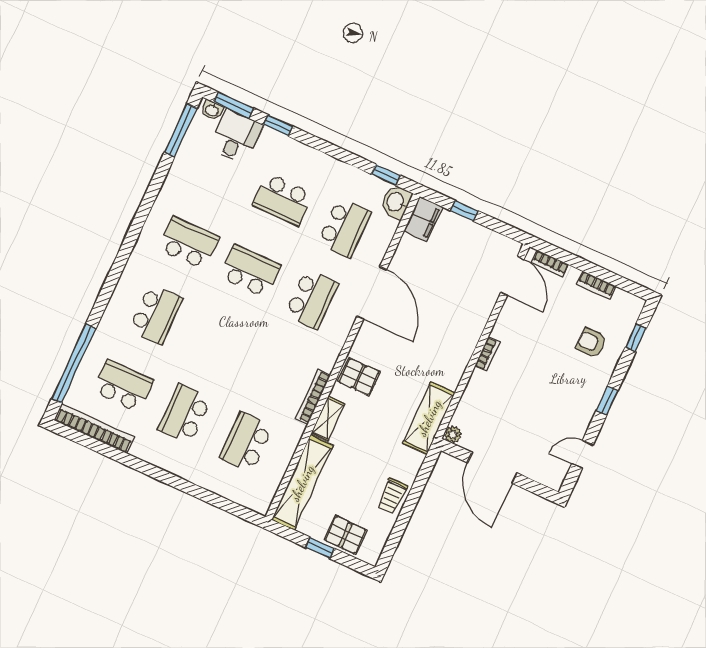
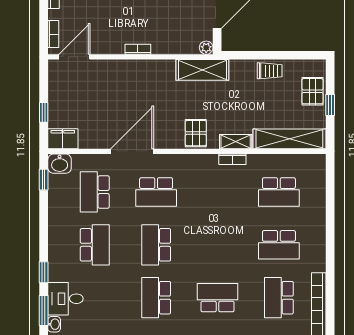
school desk: (344, 228) -> (95, 192), turned -90
school desk: (312, 299) -> (156, 192), turned 180
bookcase: (313, 397) -> (232, 159), width x0.64

